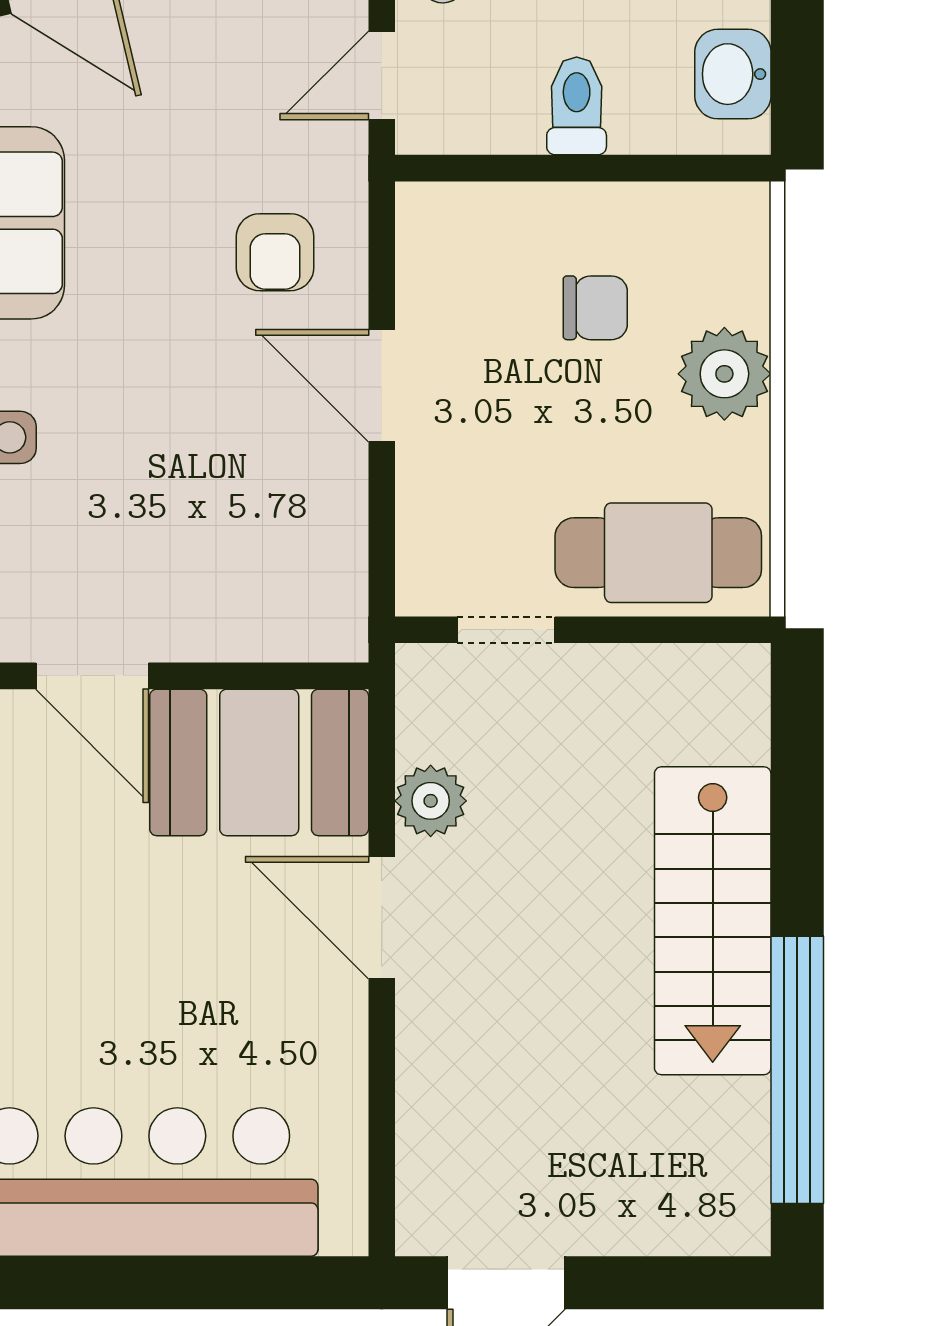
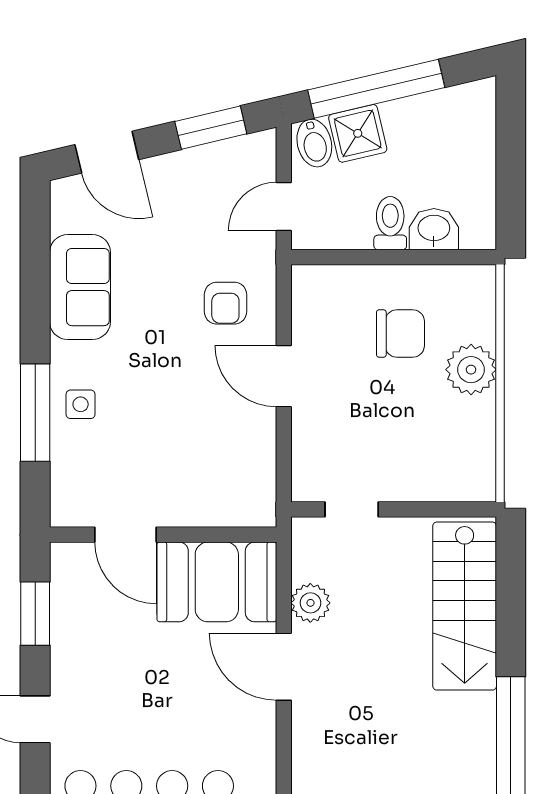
washbasin: (733, 74) -> (434, 229), moved, turned 90
chair: (595, 308) -> (400, 333), width x1.37, depth x1.37
cafe table: (658, 553) -> (435, 467), removed
stairs: (713, 921) -> (465, 606), moved

